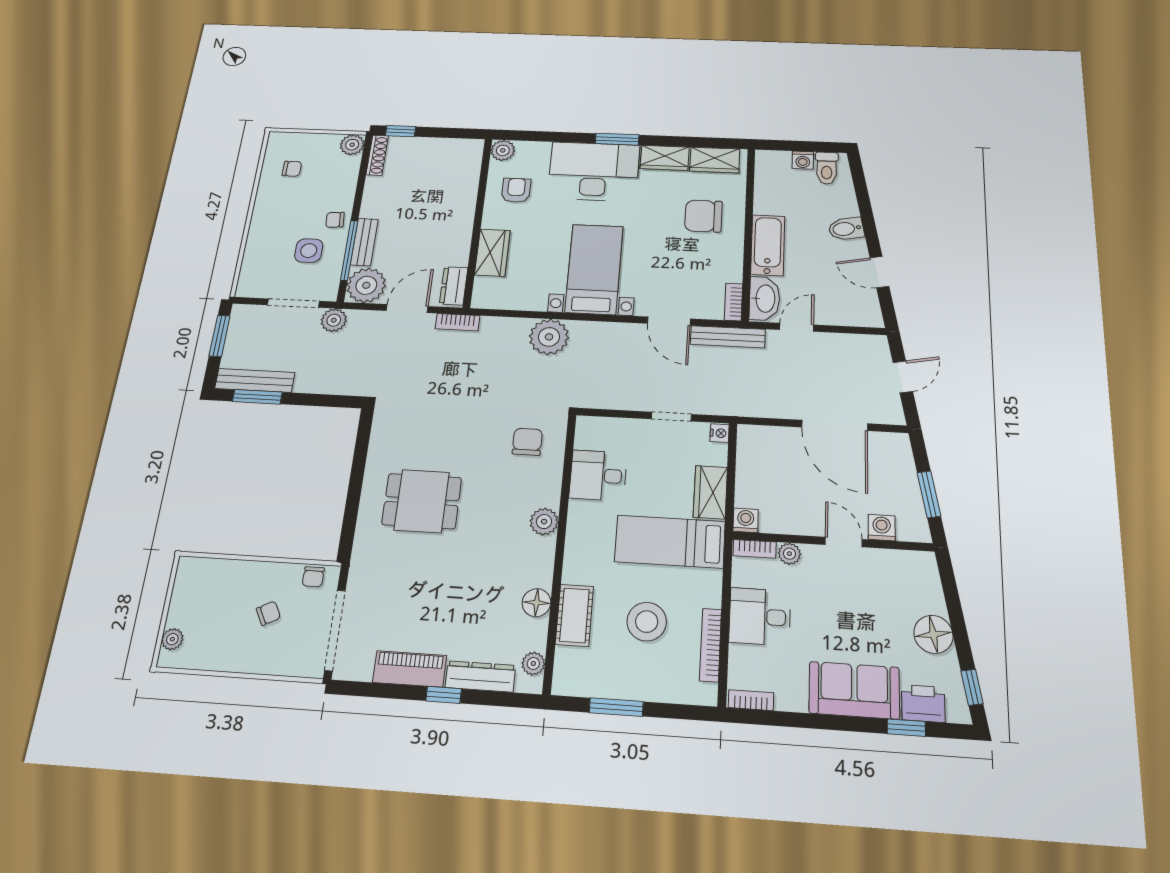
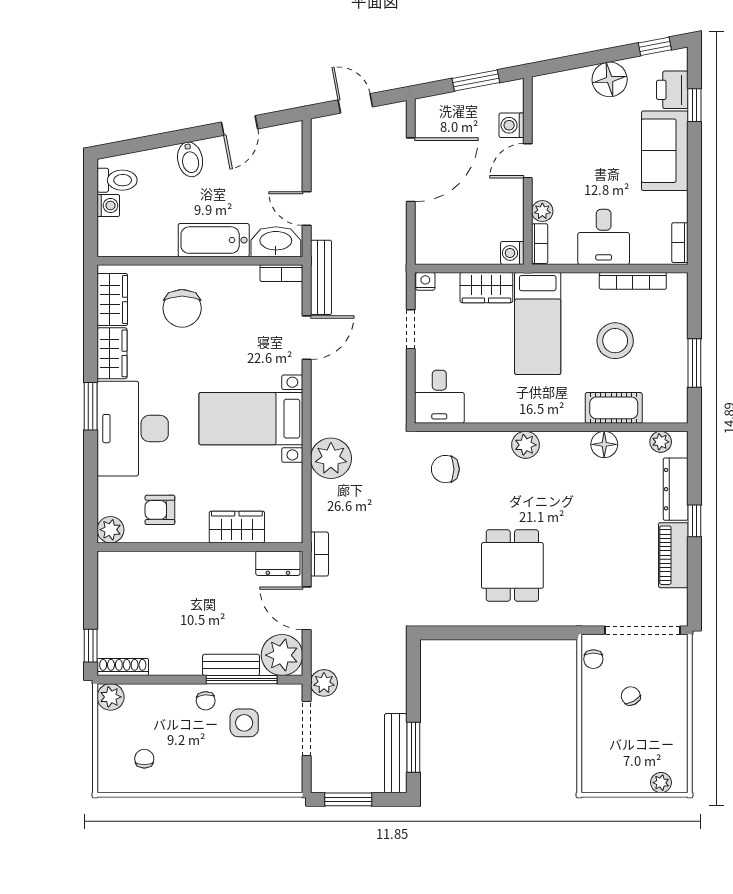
desk: (598, 475) -> (439, 397), moved
chair: (313, 577) -> (593, 659), turned 90

